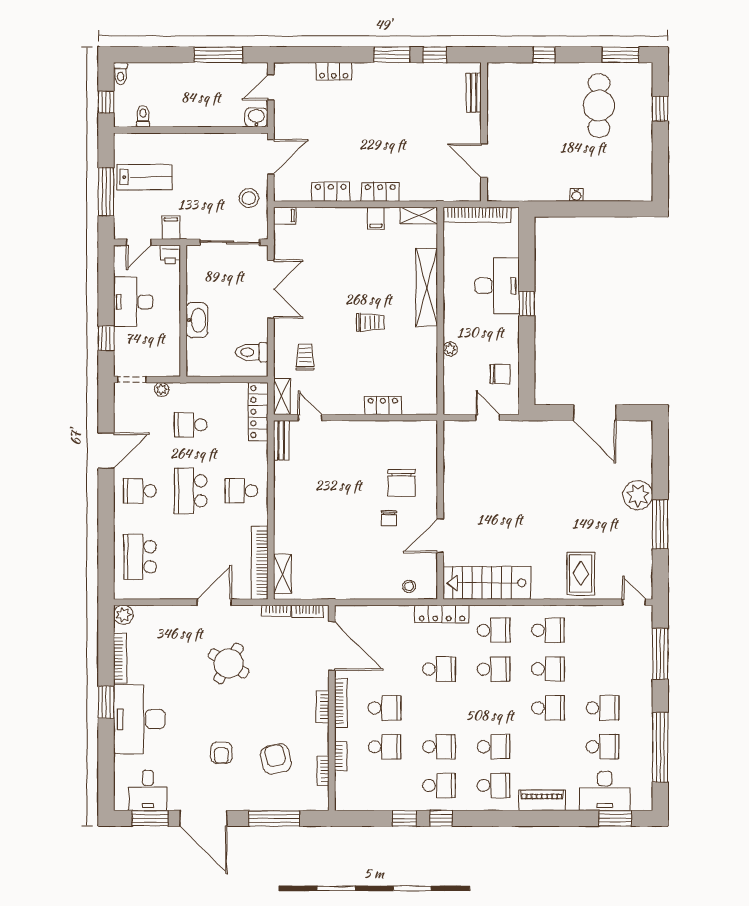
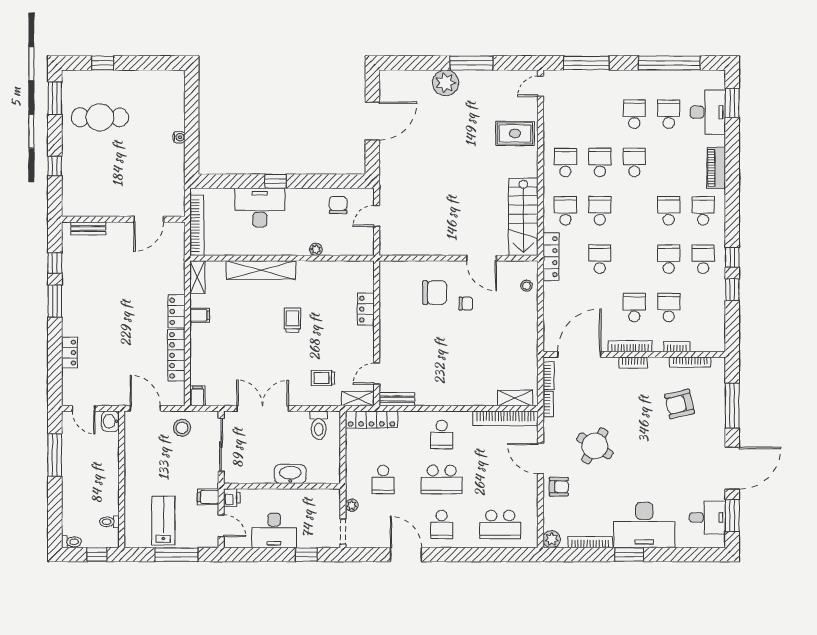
locker: (331, 192) -> (176, 355), width x1.53
armchair: (221, 753) -> (559, 487), moved
bookcase: (323, 771) -> (690, 362), width x1.56

